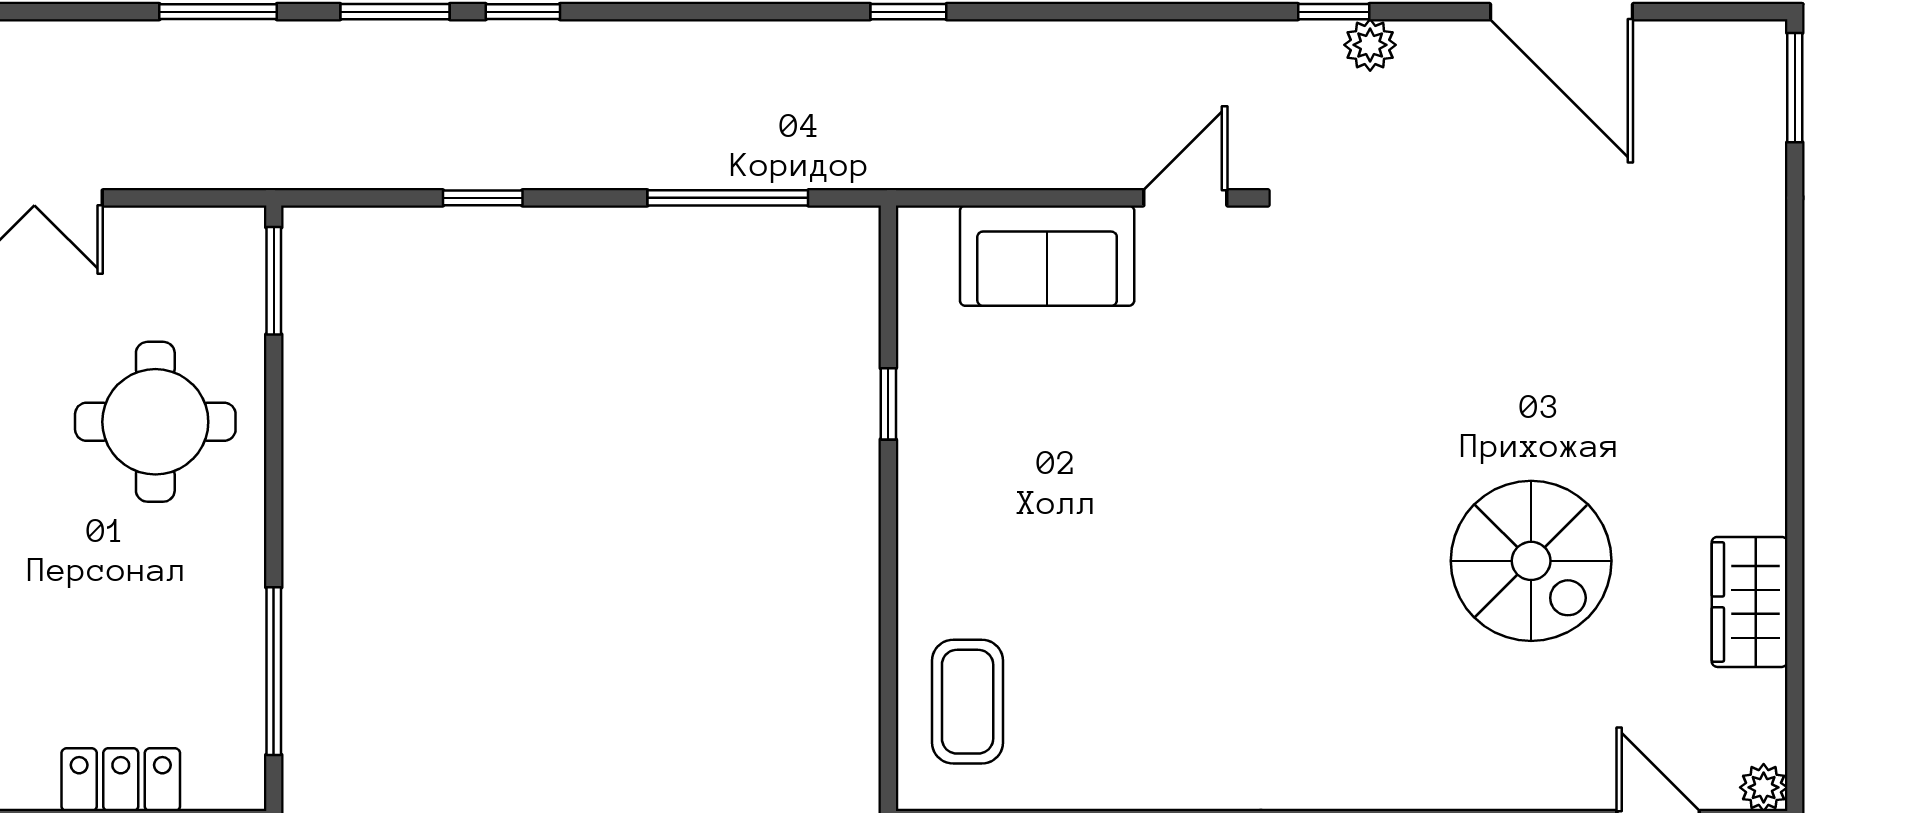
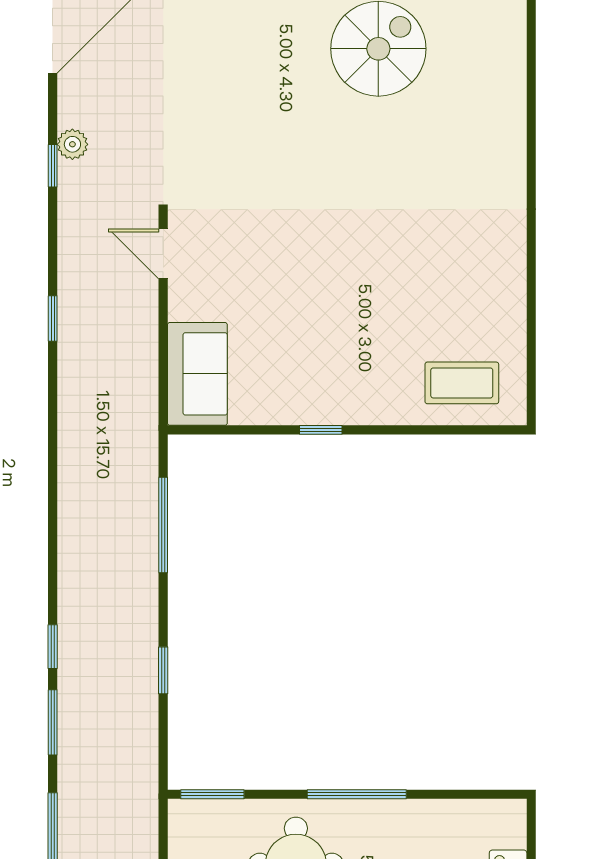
window: (908, 12) -> (53, 318), moved
sofa: (1047, 256) -> (197, 374), moved
window: (888, 404) -> (321, 430), moved
window: (274, 671) -> (357, 794), moved

